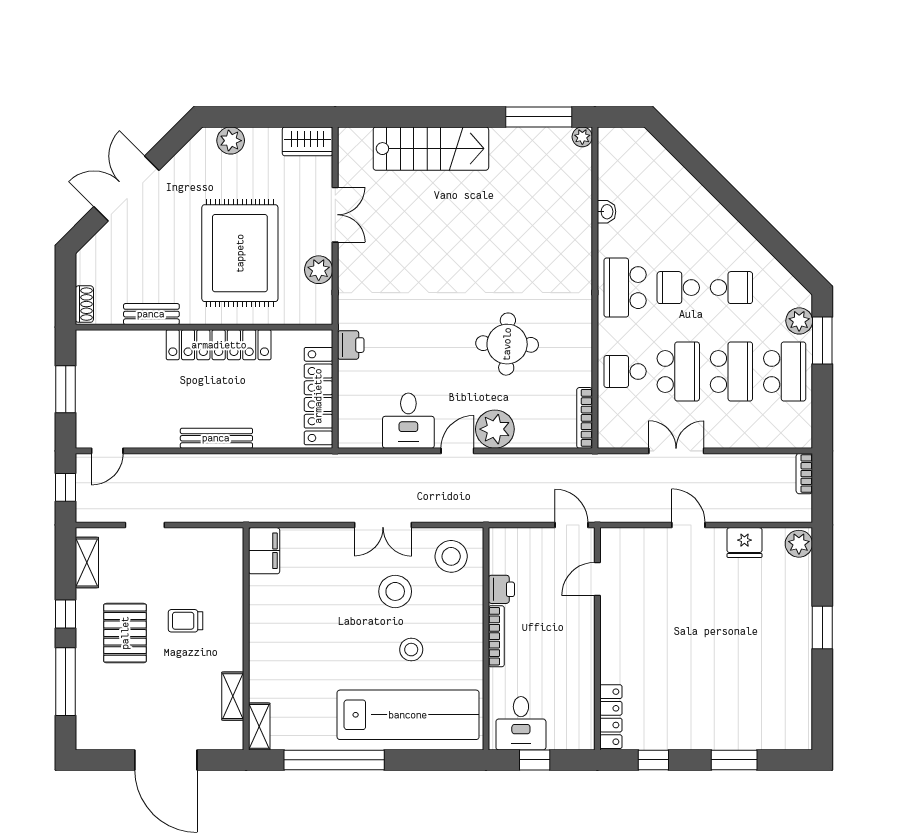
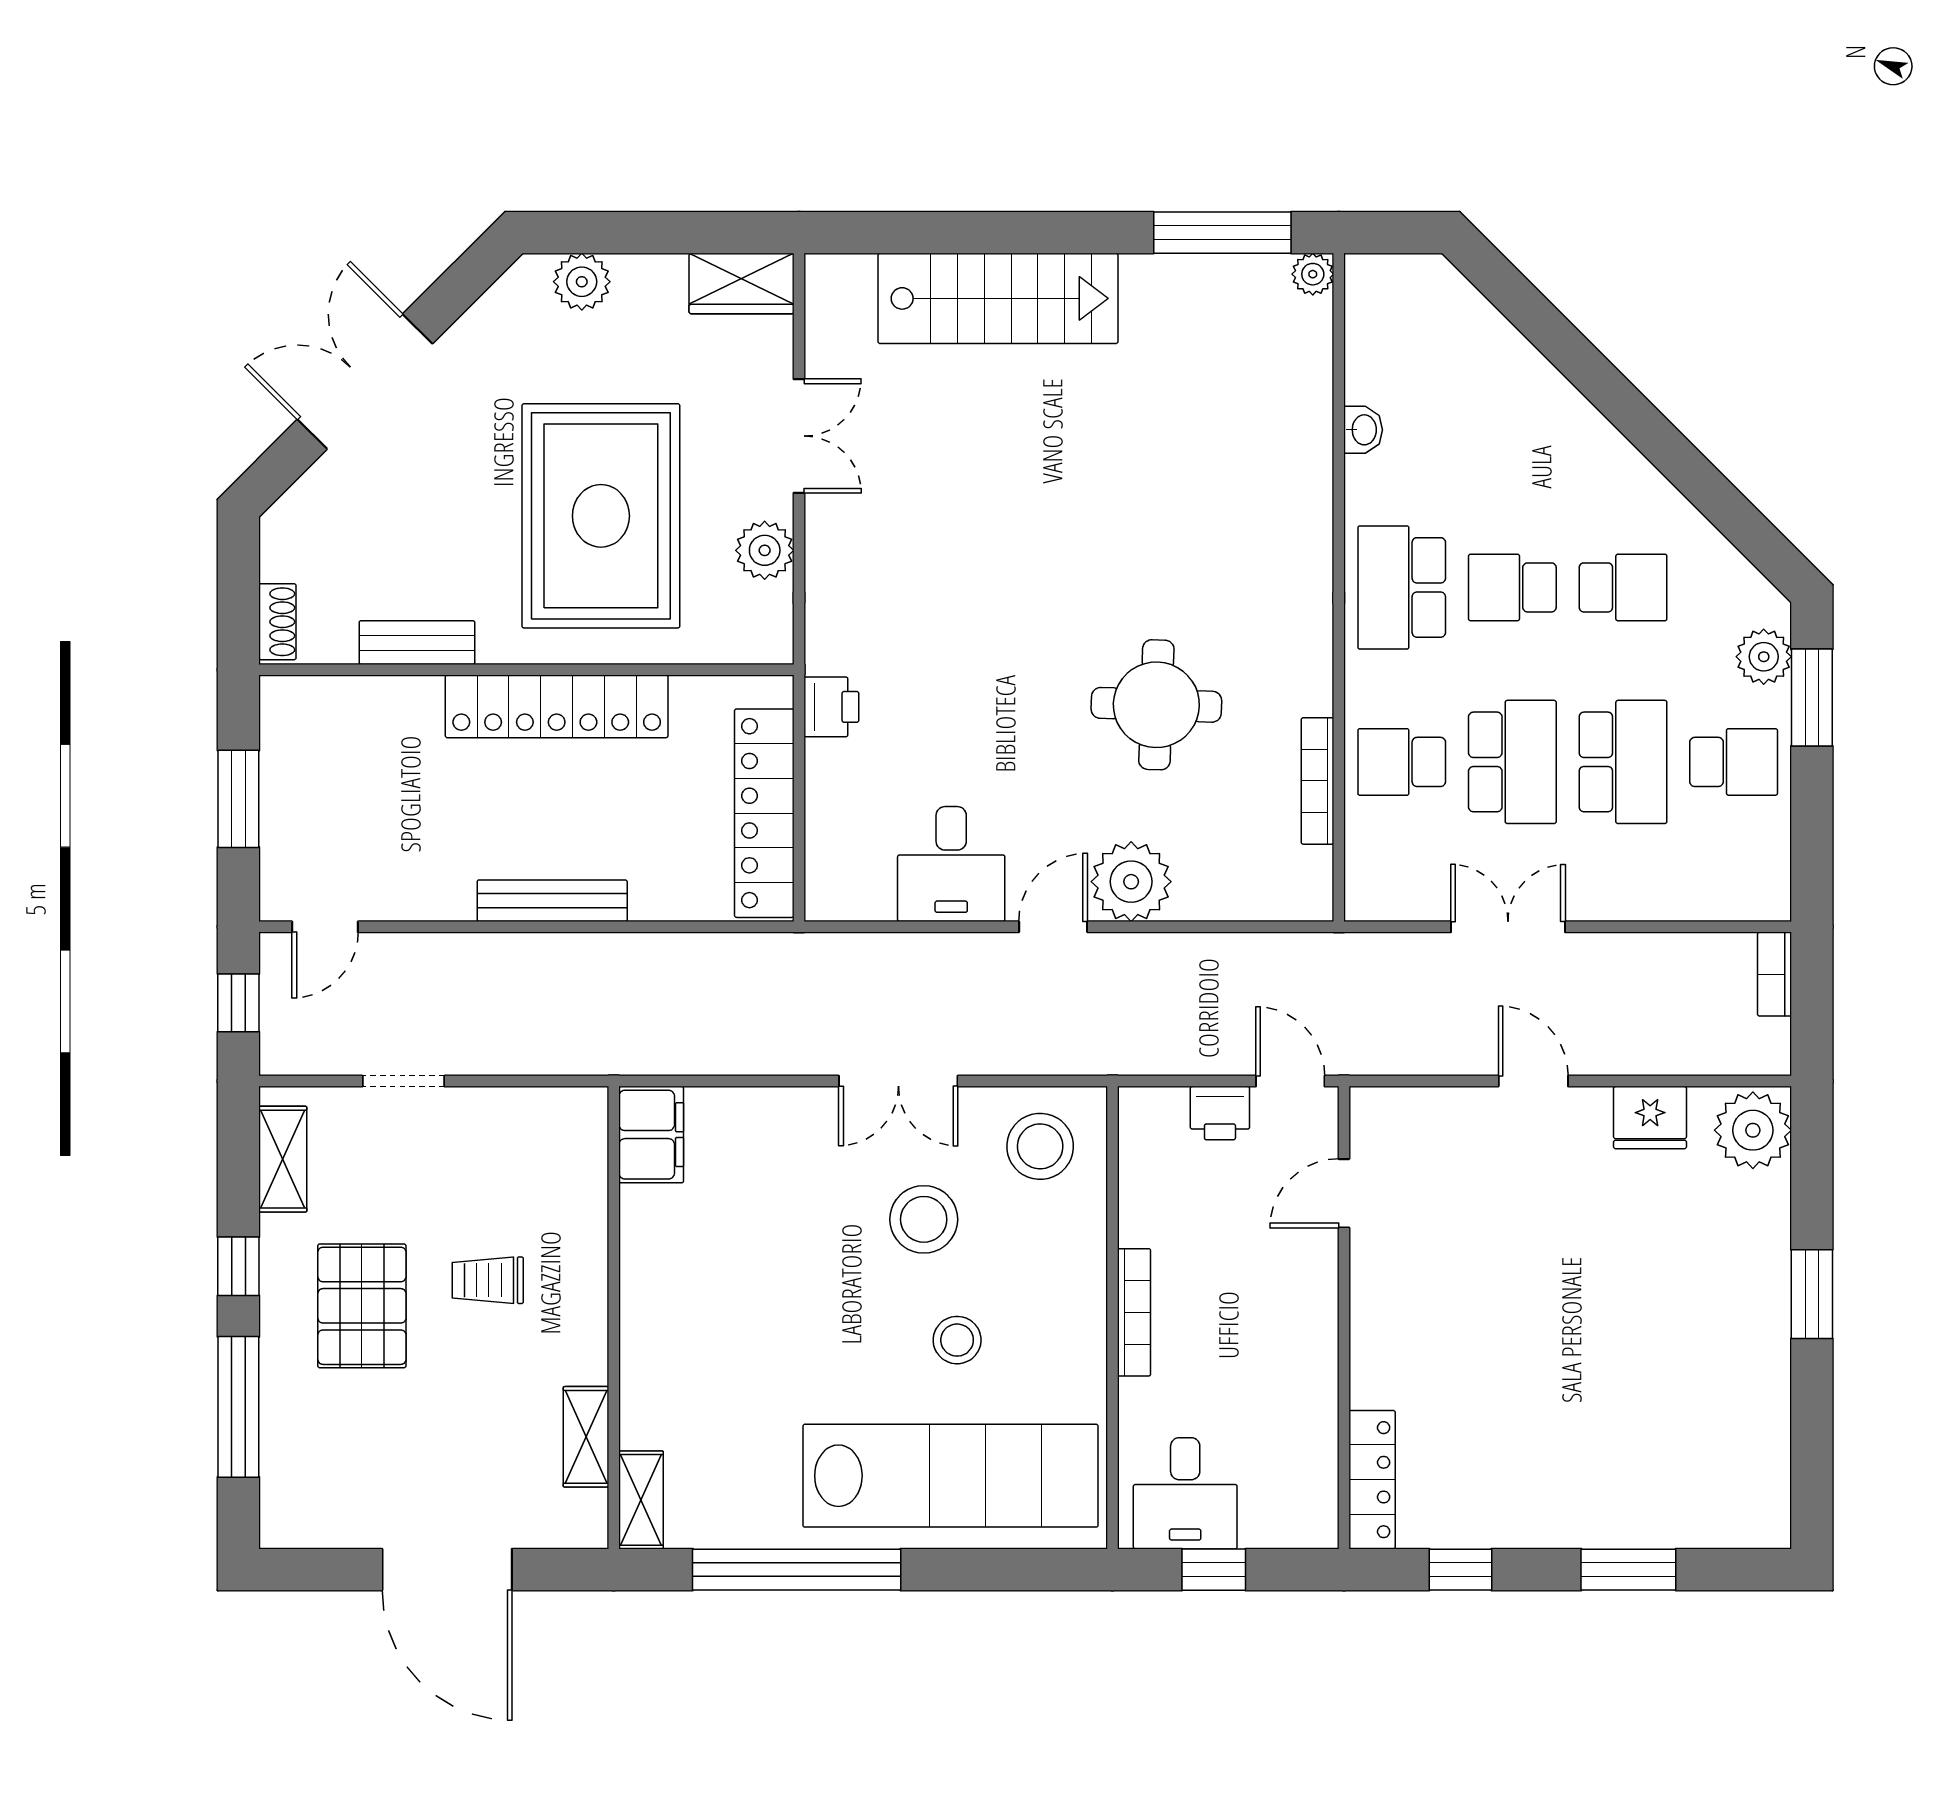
school desk: (785, 371) -> (1734, 762), width x0.54
bookcase: (585, 418) -> (1317, 781), moved
plant: (799, 544) -> (1753, 1130), width x1.36, depth x1.36
printer: (501, 589) -> (1220, 1113), moved, turned 90

